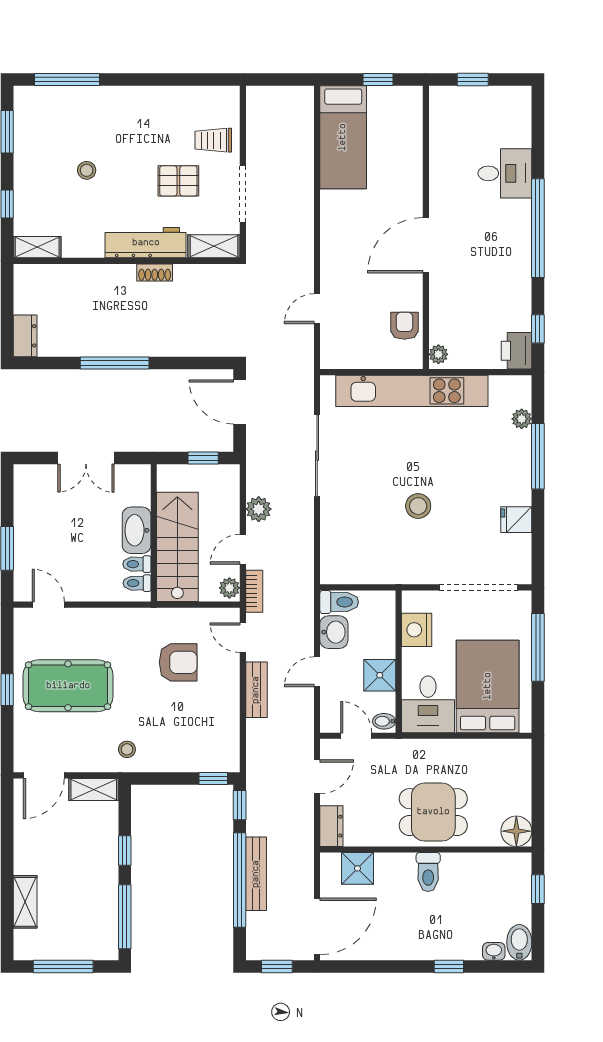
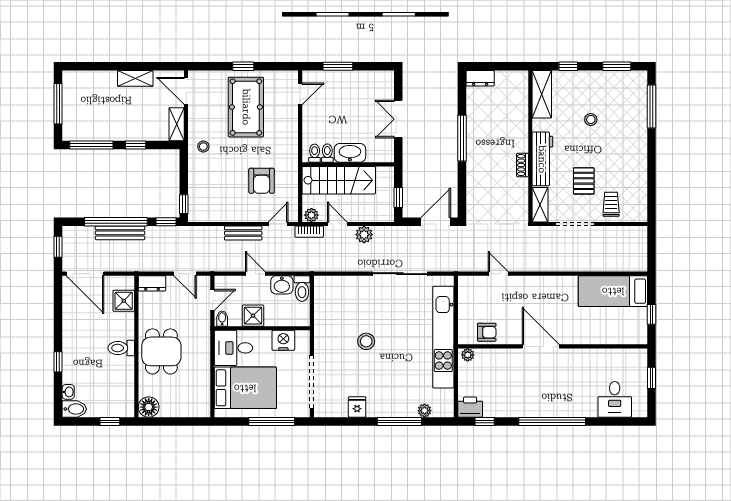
desk: (505, 173) -> (615, 399), moved
shelving: (37, 247) -> (542, 94), width x1.50, depth x1.33
shelving: (25, 902) -> (135, 78), moved

